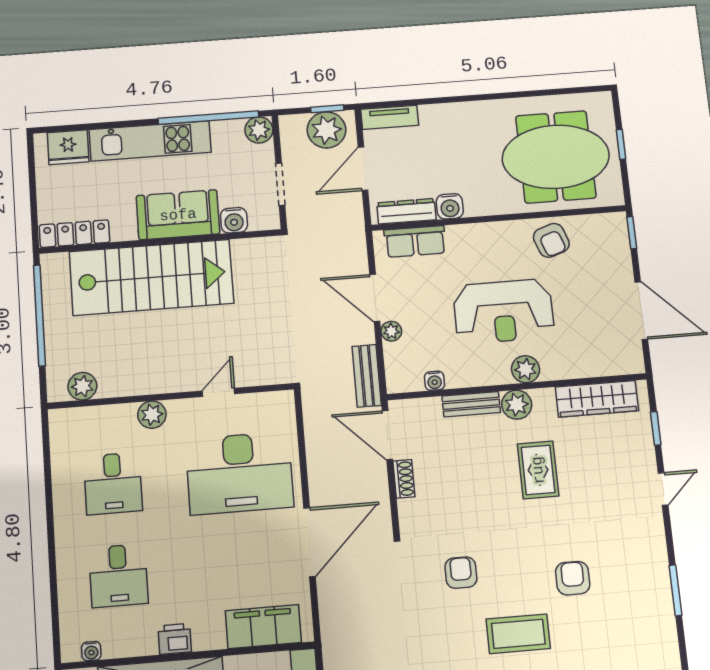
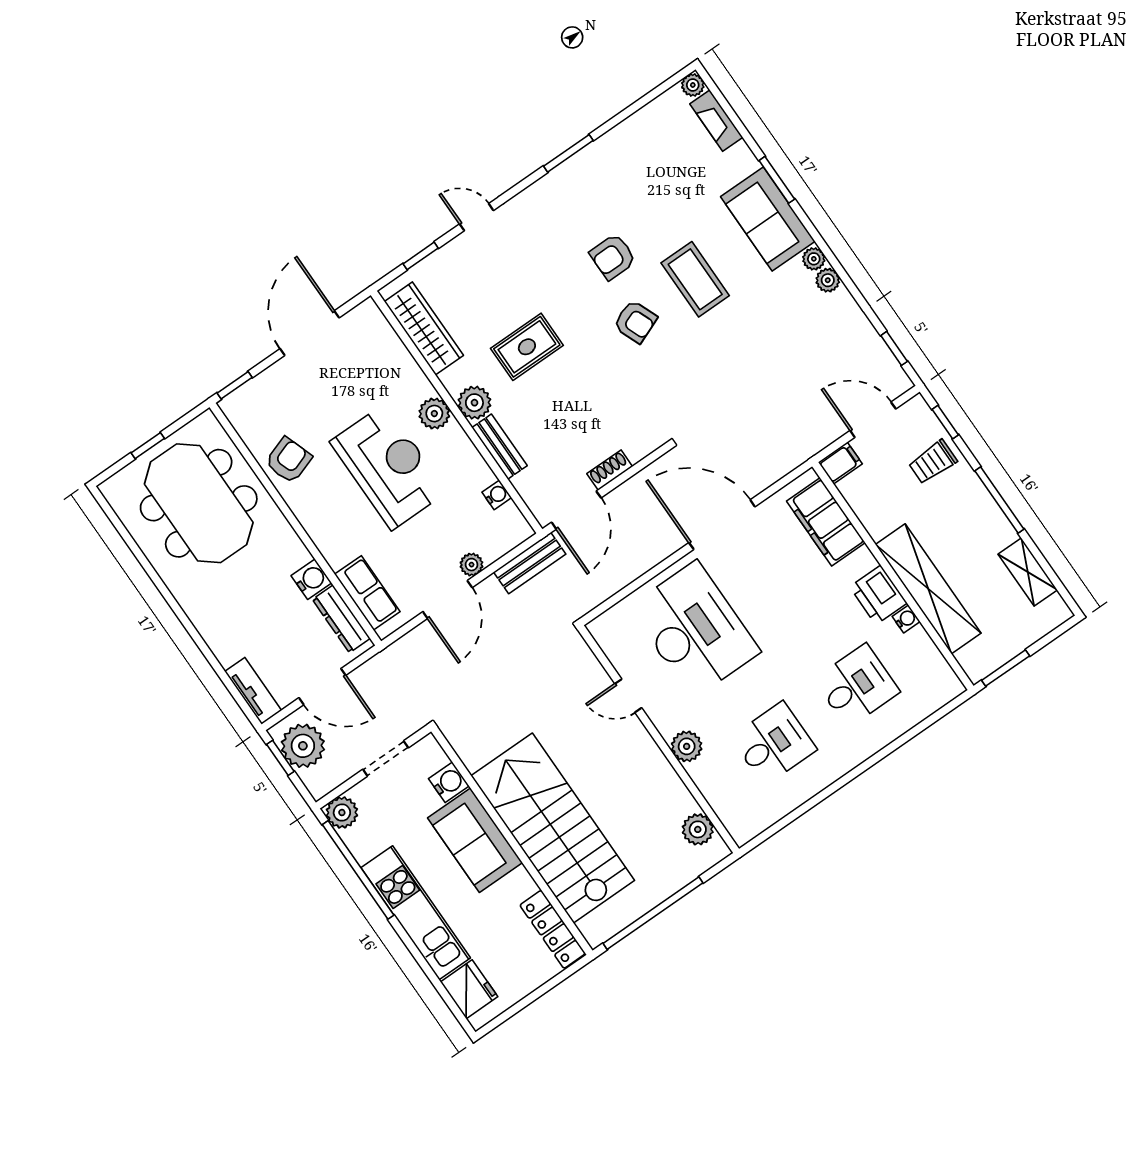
armchair: (461, 573) -> (635, 322), moved, turned -112
printer: (175, 639) -> (878, 595), width x1.36, depth x1.24
water cooler: (91, 651) -> (906, 619), moved

